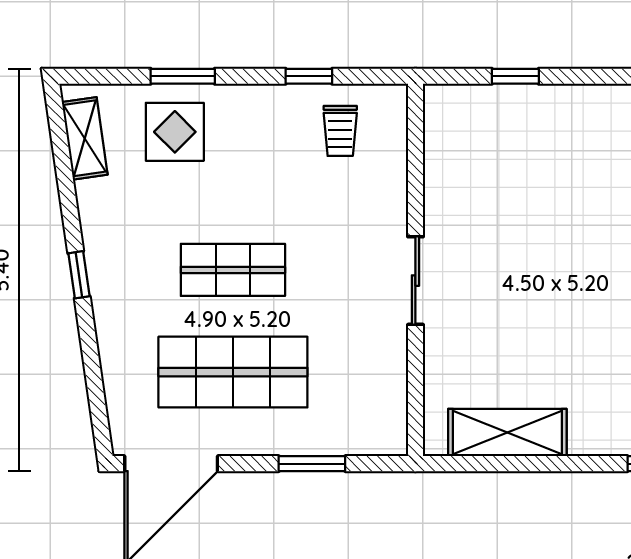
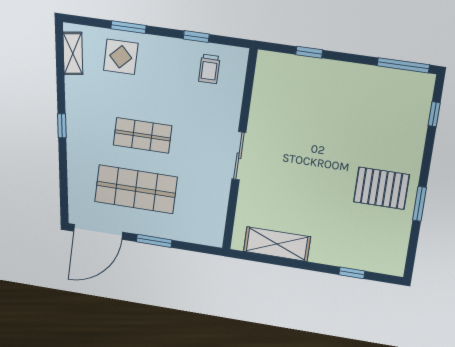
window: (312, 464) -> (154, 241), moved

